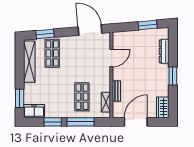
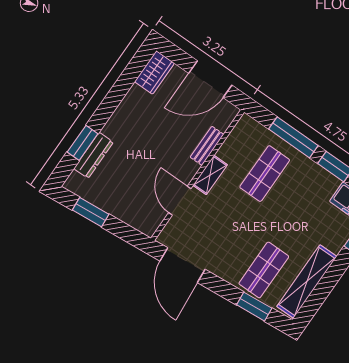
door: (111, 58) -> (180, 201), hinge flipped
window: (173, 76) -> (83, 143), moved
shelving: (106, 102) -> (210, 175), moved

